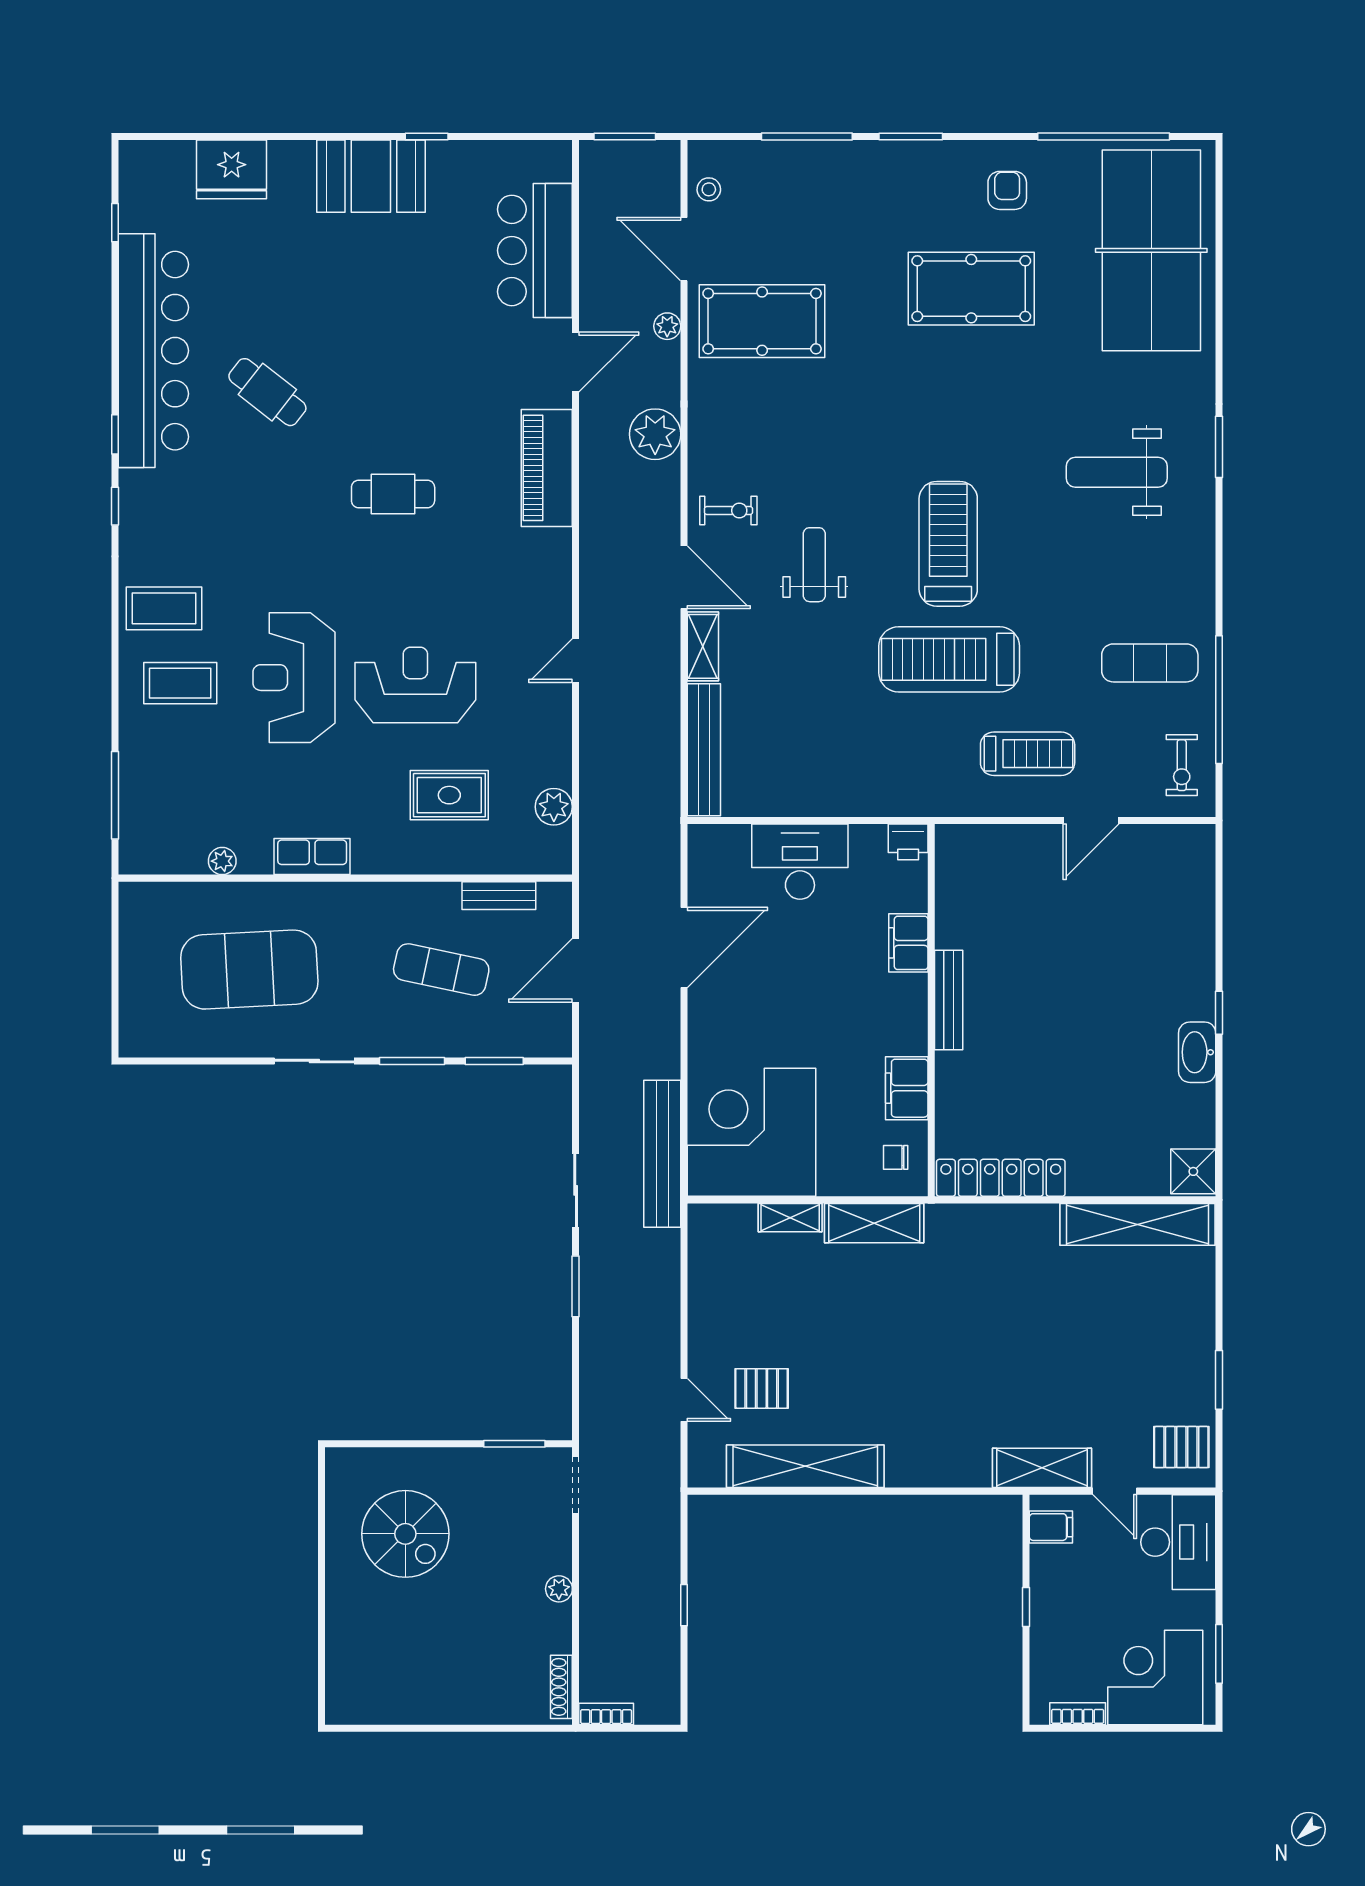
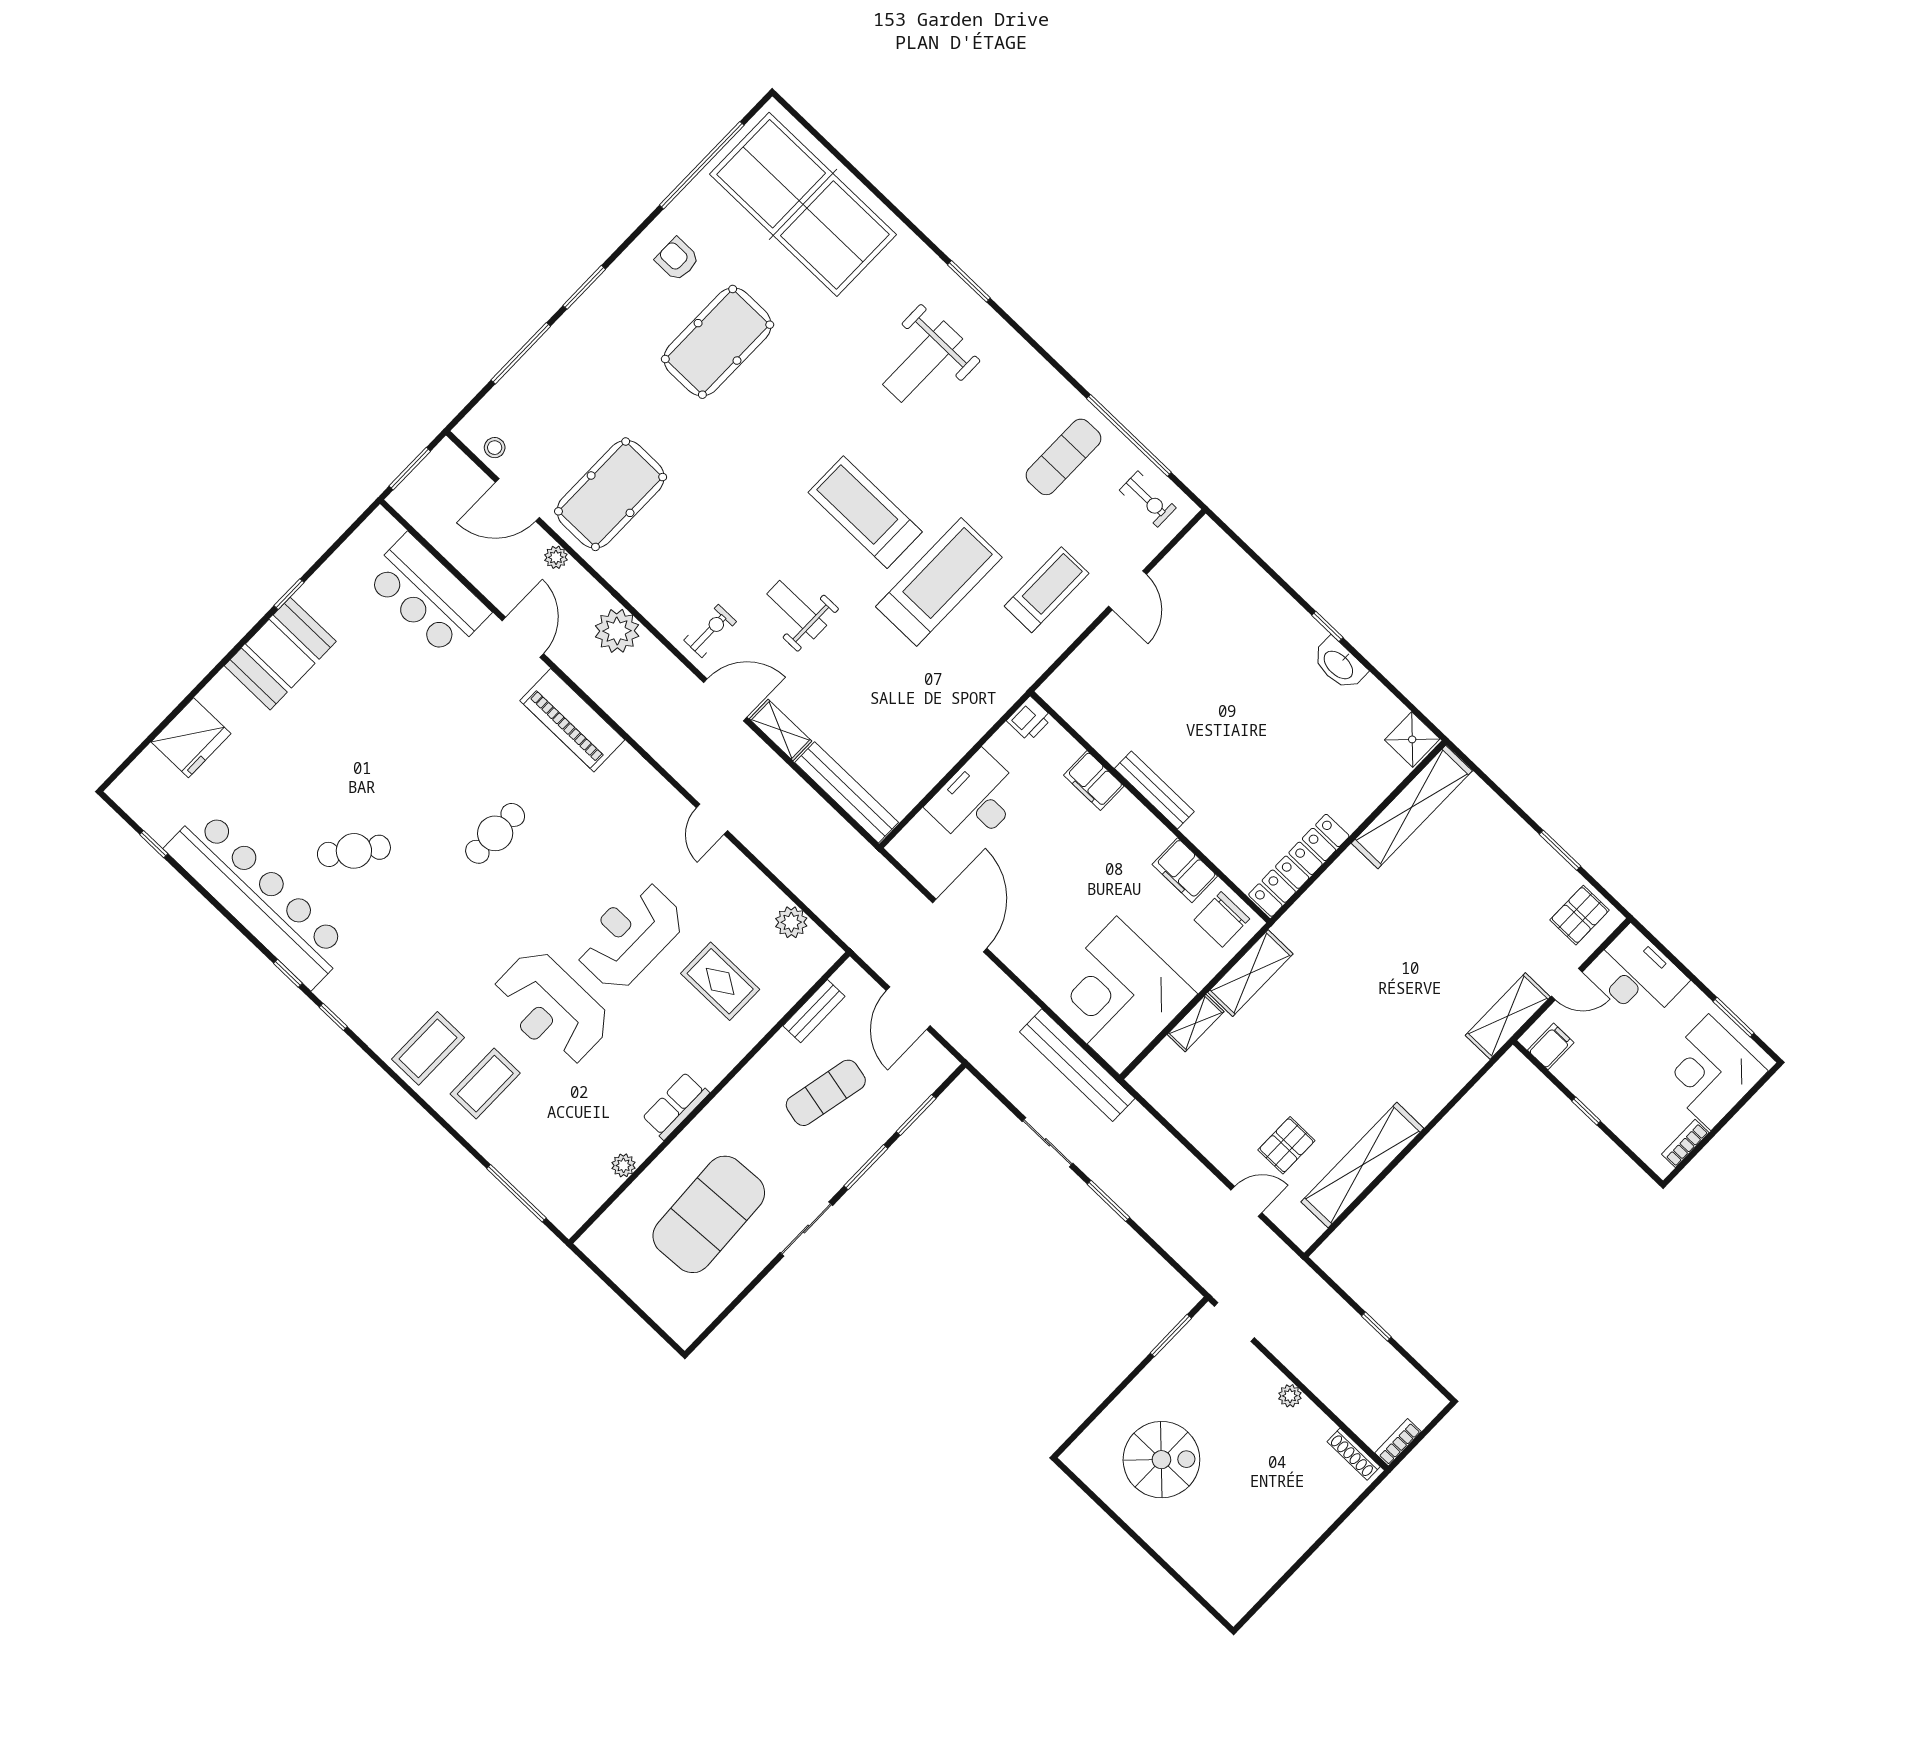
treadmill: (949, 659) -> (939, 582), turned 180
rug: (449, 795) -> (720, 981), turned 90
chair: (896, 1157) -> (1222, 919), width x1.87, depth x1.87

